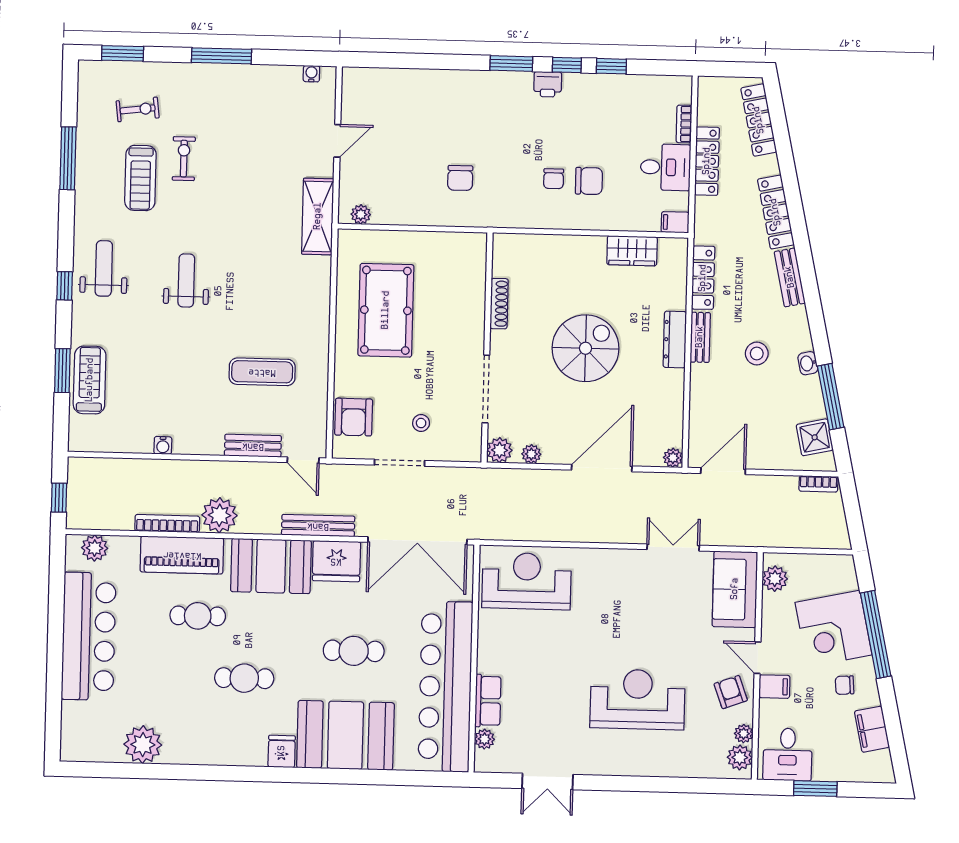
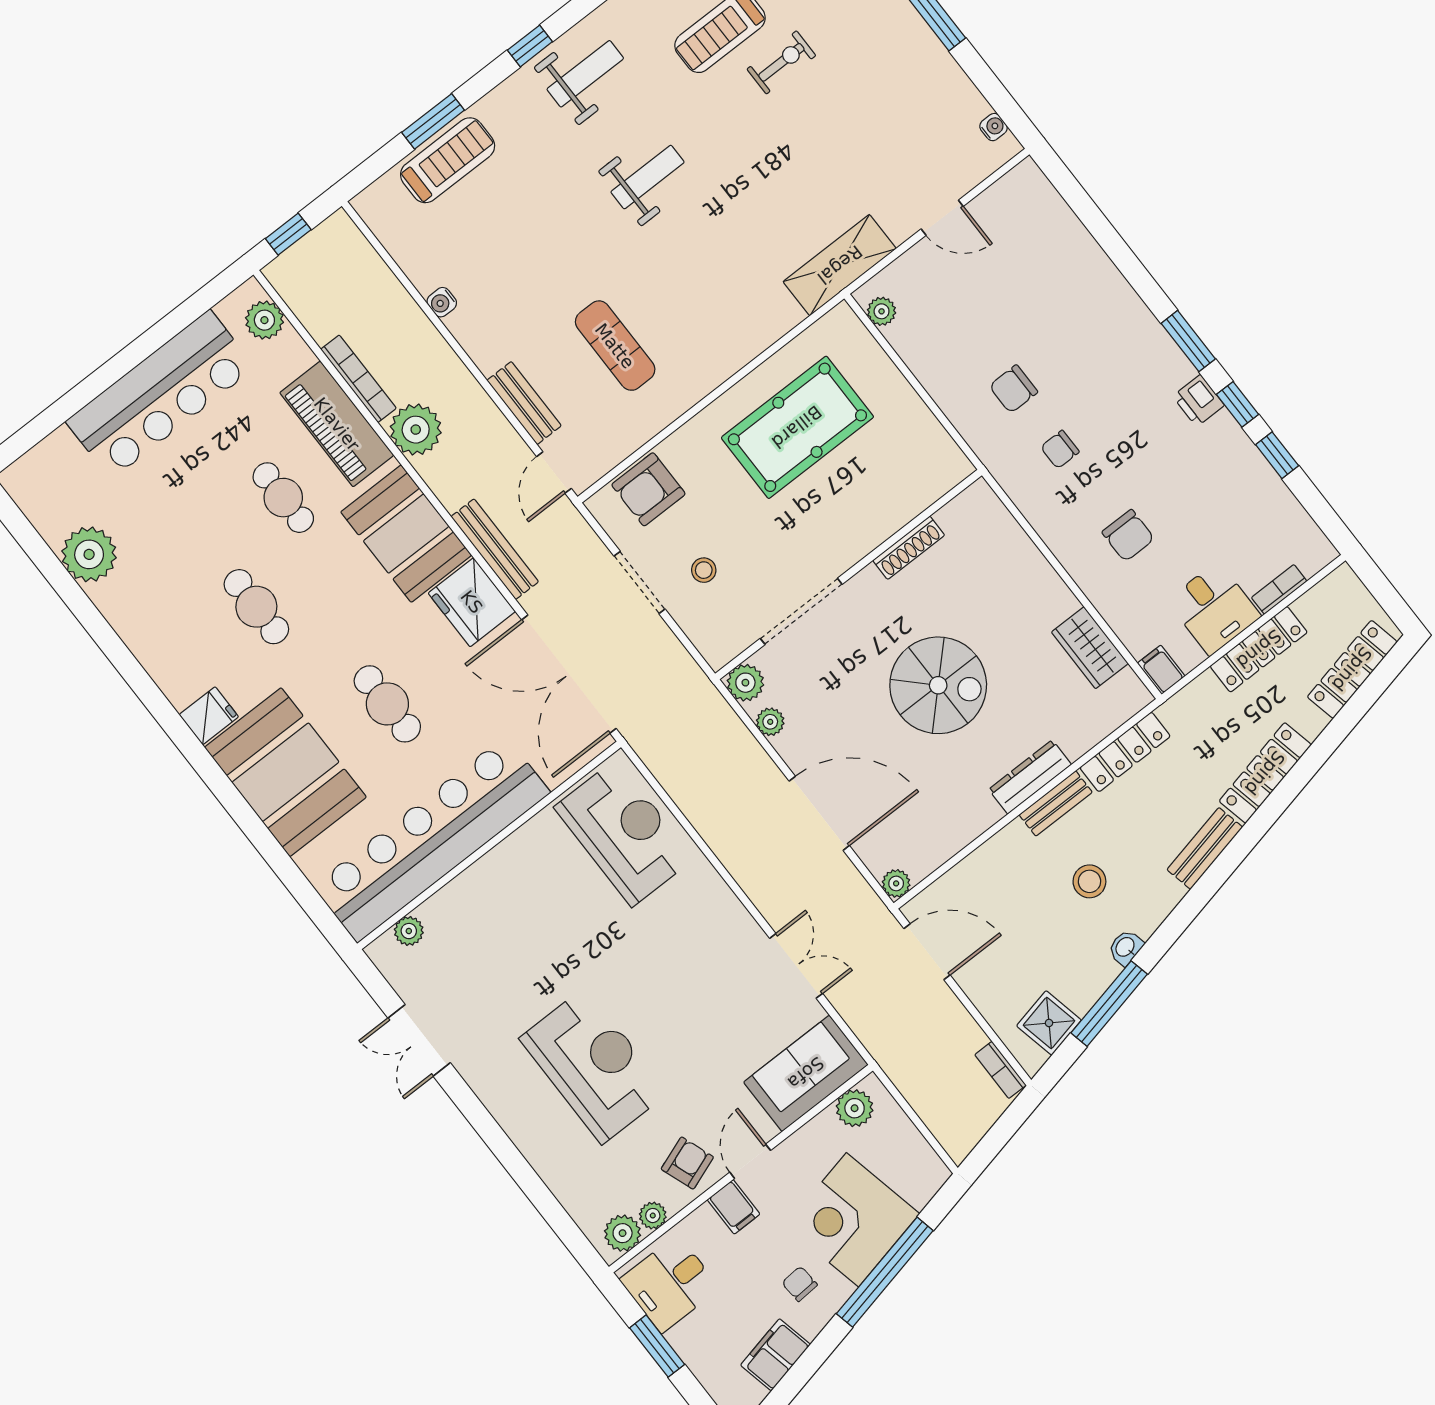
chair: (554, 179) -> (1060, 449), moved
row of seats: (488, 701) -> (455, 900), removed

